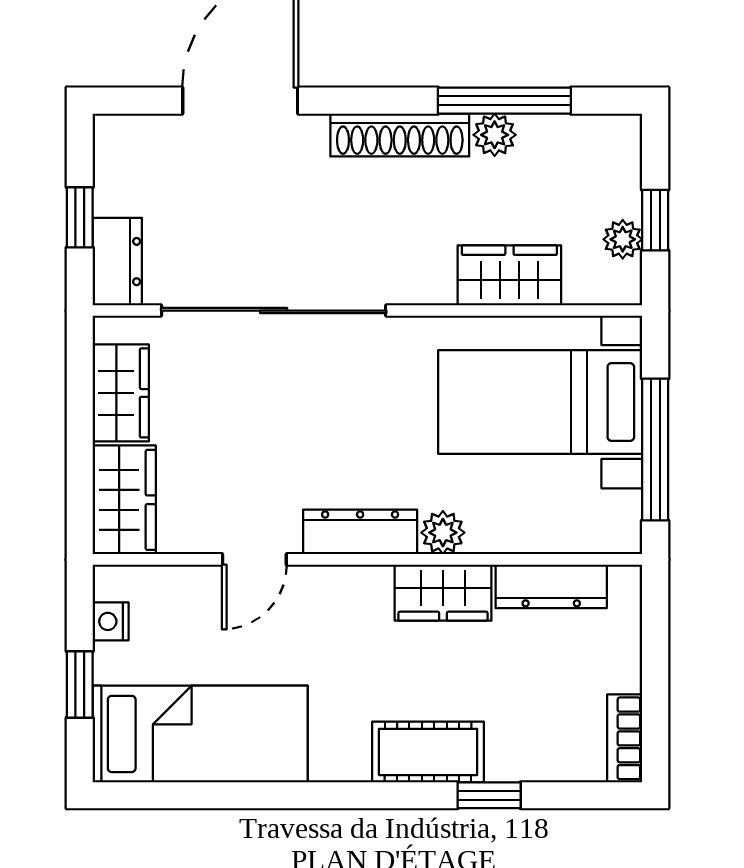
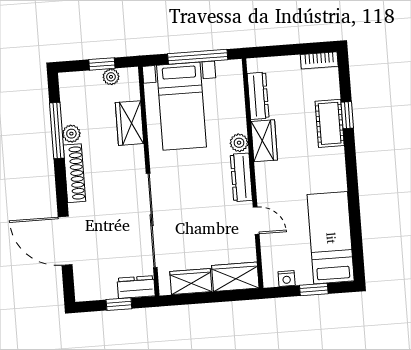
cot: (428, 752) -> (330, 123), moved

